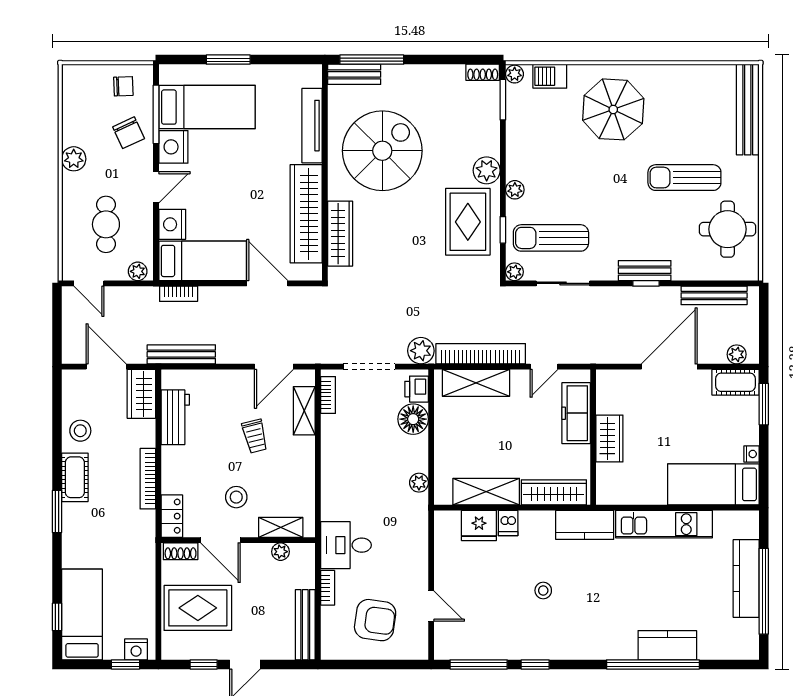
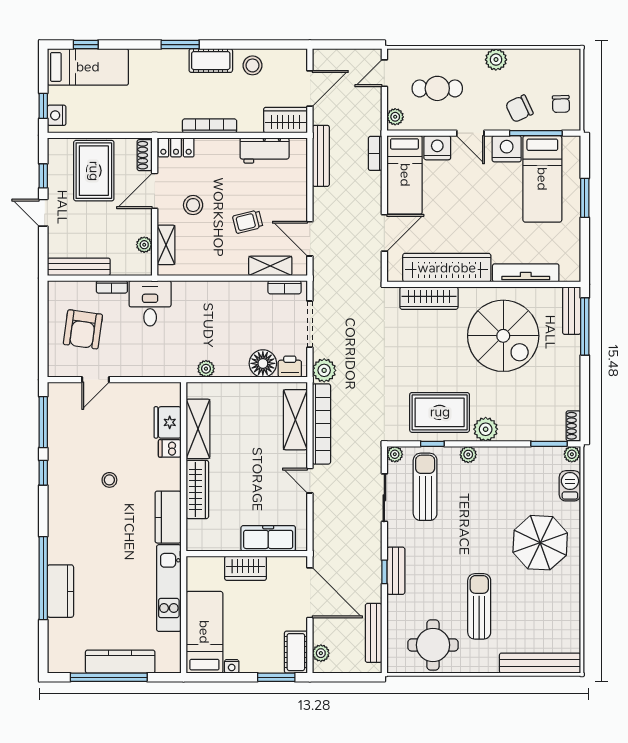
freezer: (576, 413) -> (268, 538), moved
wall: (593, 437) -> (247, 554), moved
wardrobe: (609, 438) -> (246, 568), moved

